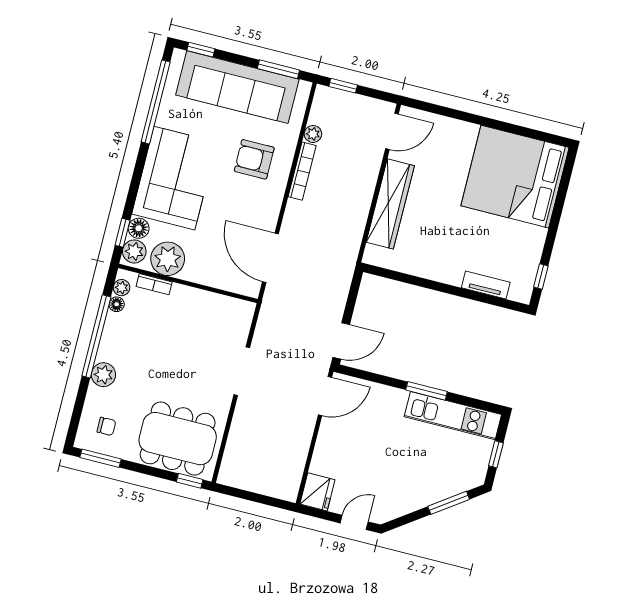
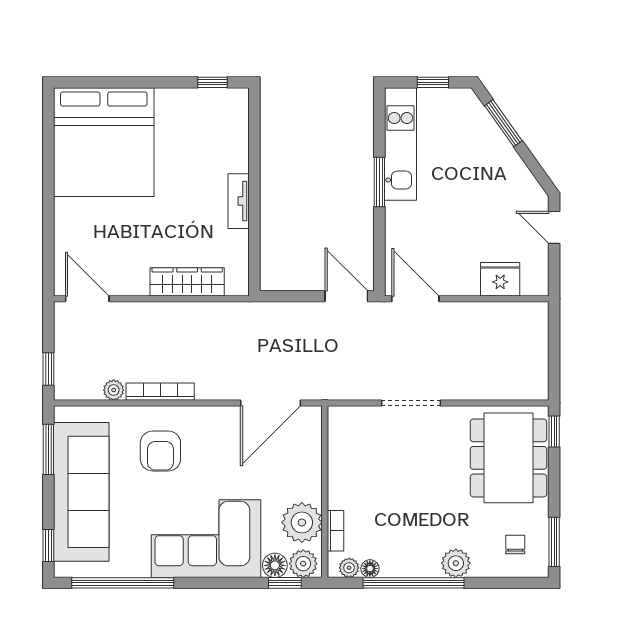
wardrobe: (390, 204) -> (187, 282), width x0.71, depth x0.85
tv unit: (486, 285) -> (239, 201), moved
fridge: (317, 492) -> (500, 279), moved

